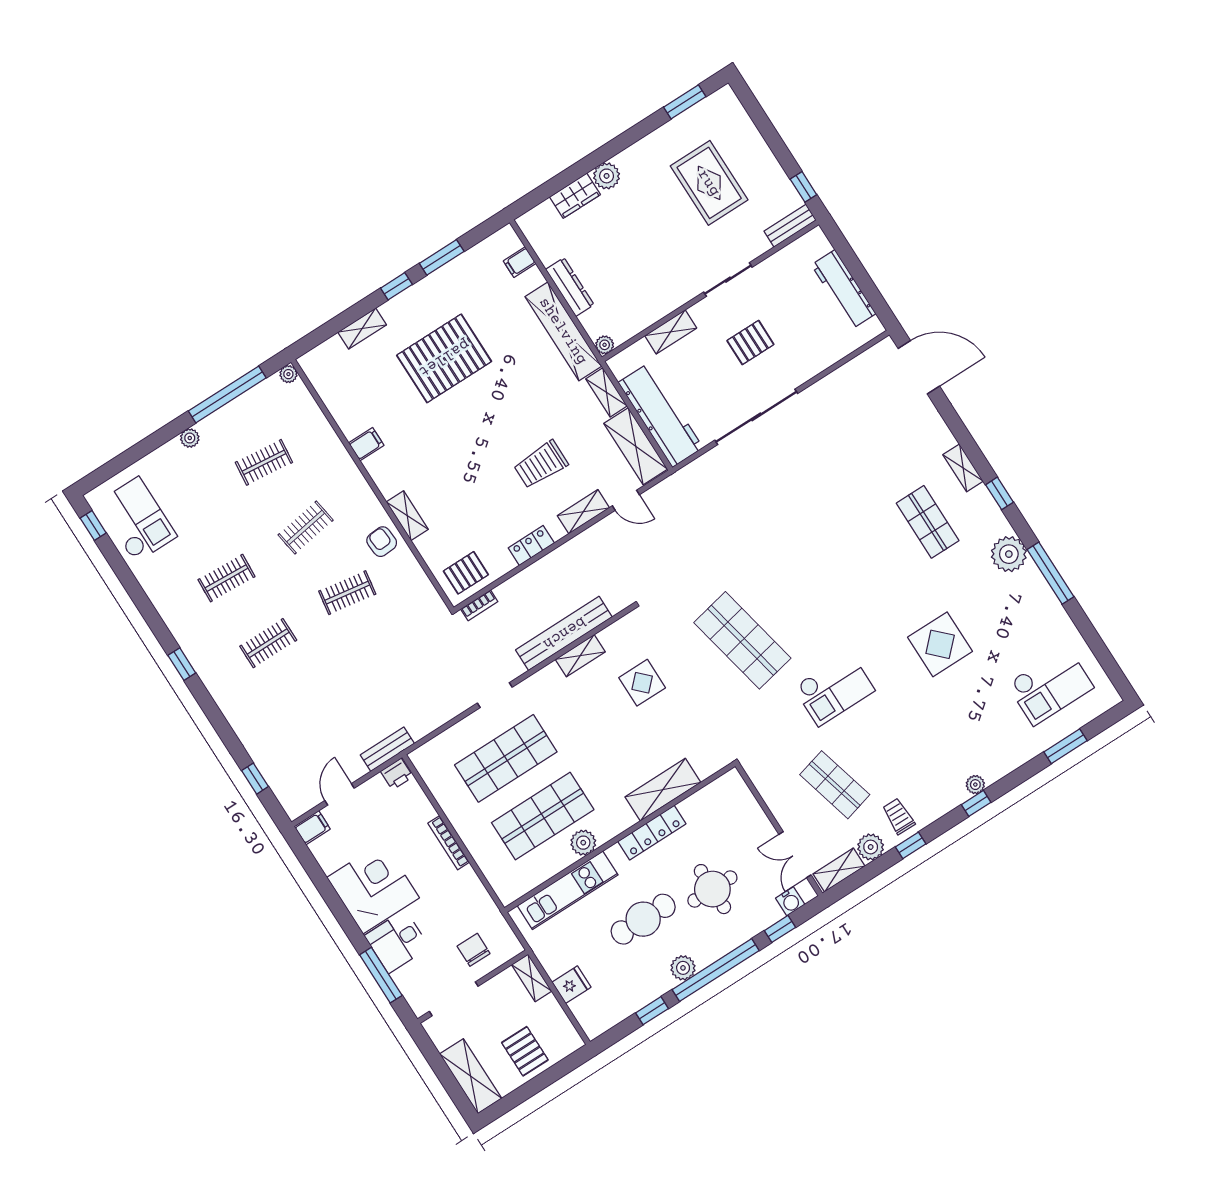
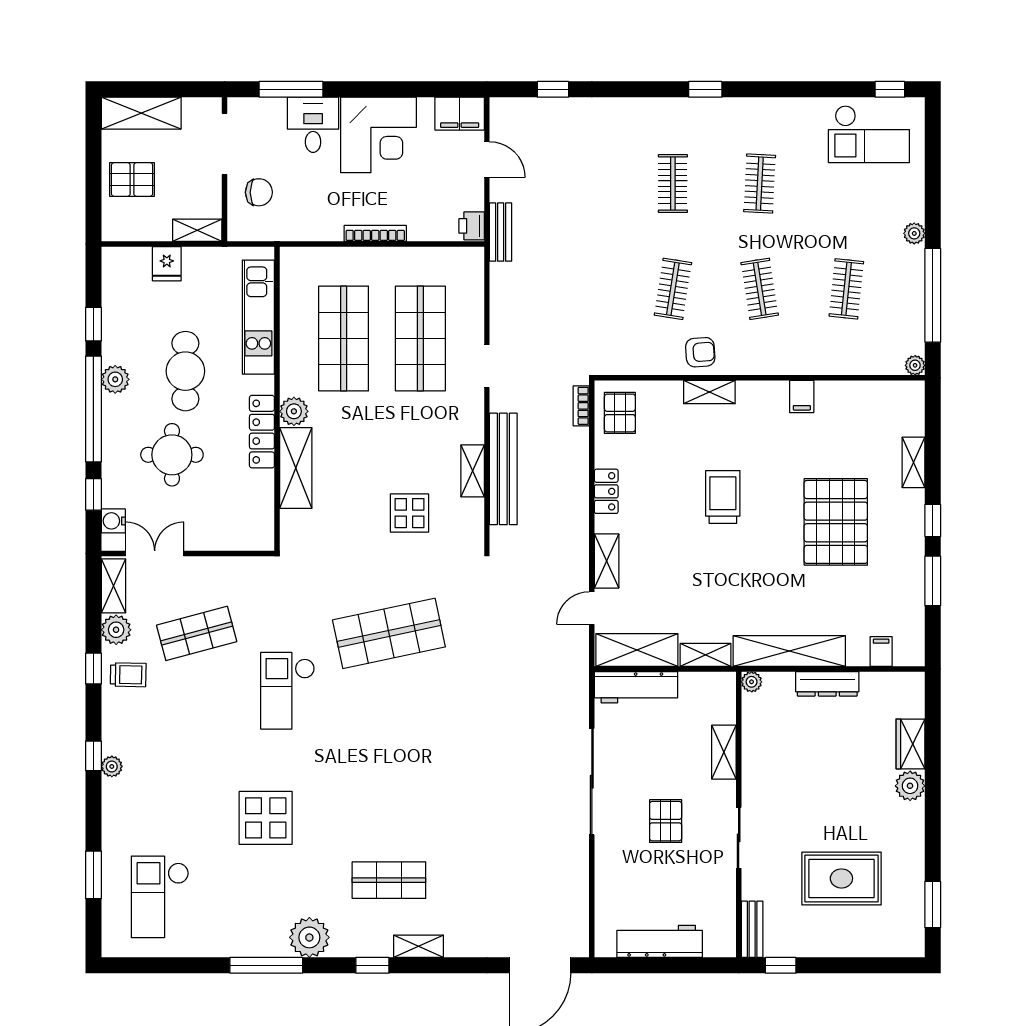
workbench: (661, 415) -> (636, 687), width x0.73, depth x0.76
trolley: (541, 465) -> (723, 497), moved
filing cabinet: (312, 828) -> (460, 114), width x2.00
plant: (583, 843) -> (294, 411), moved

